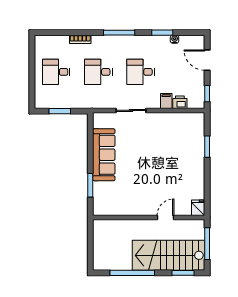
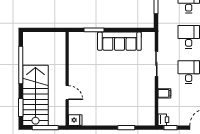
printer: (180, 102) -> (163, 120), moved

